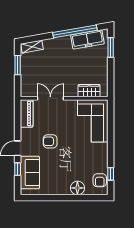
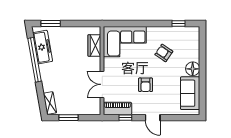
window: (18, 169) -> (125, 118), moved
sofa: (30, 173) -> (190, 93), moved, turned -90
armchair: (100, 180) -> (164, 53), moved, turned -146
floor lamp: (77, 188) -> (193, 69), moved

